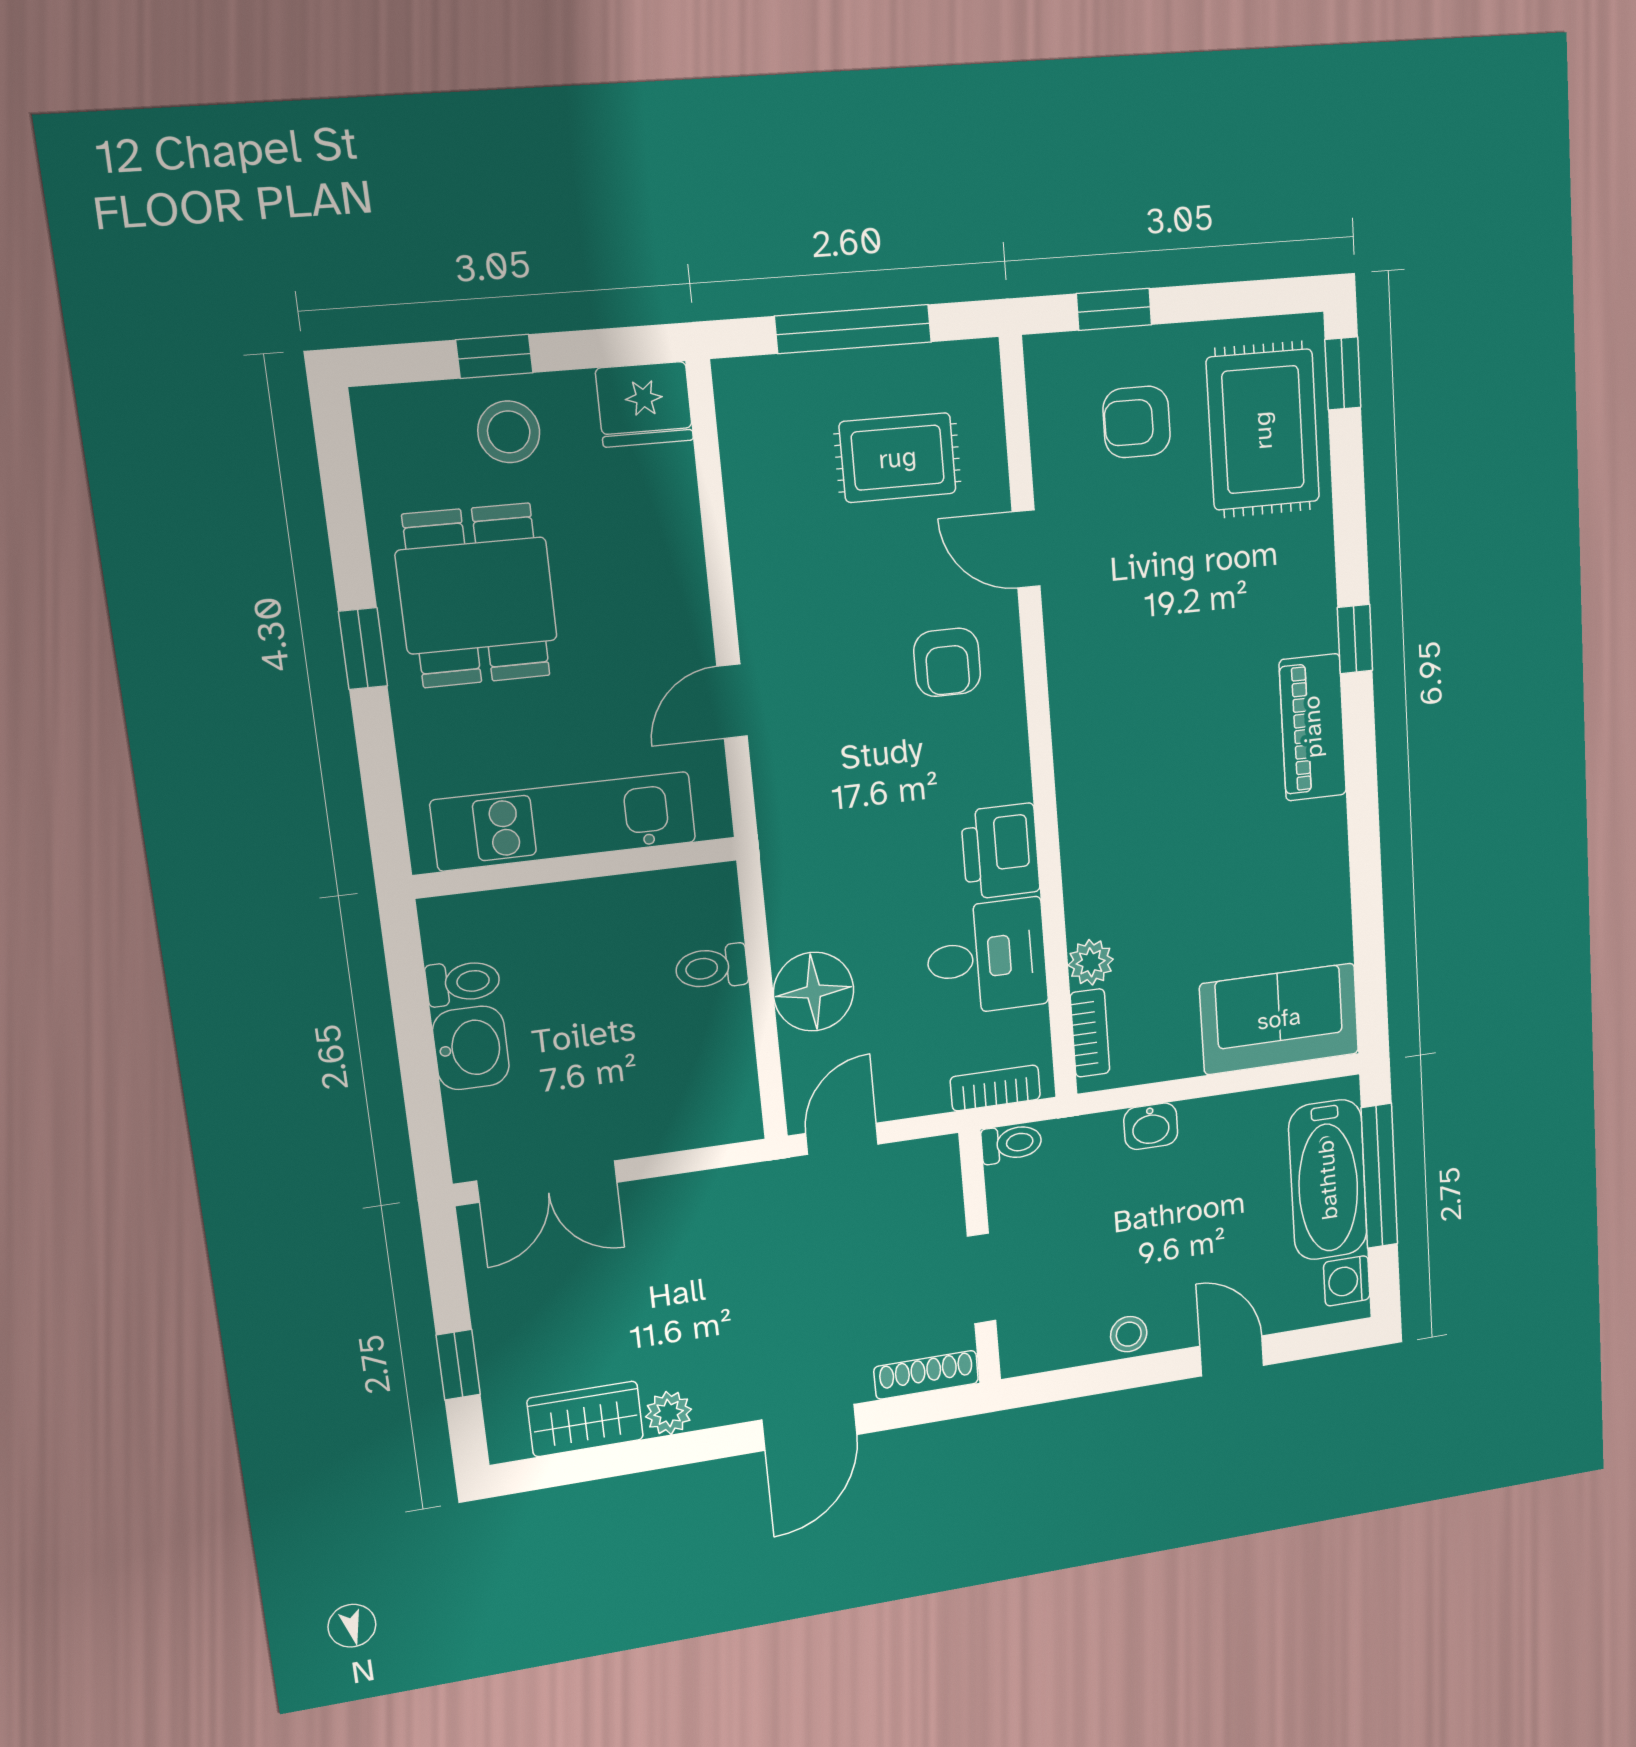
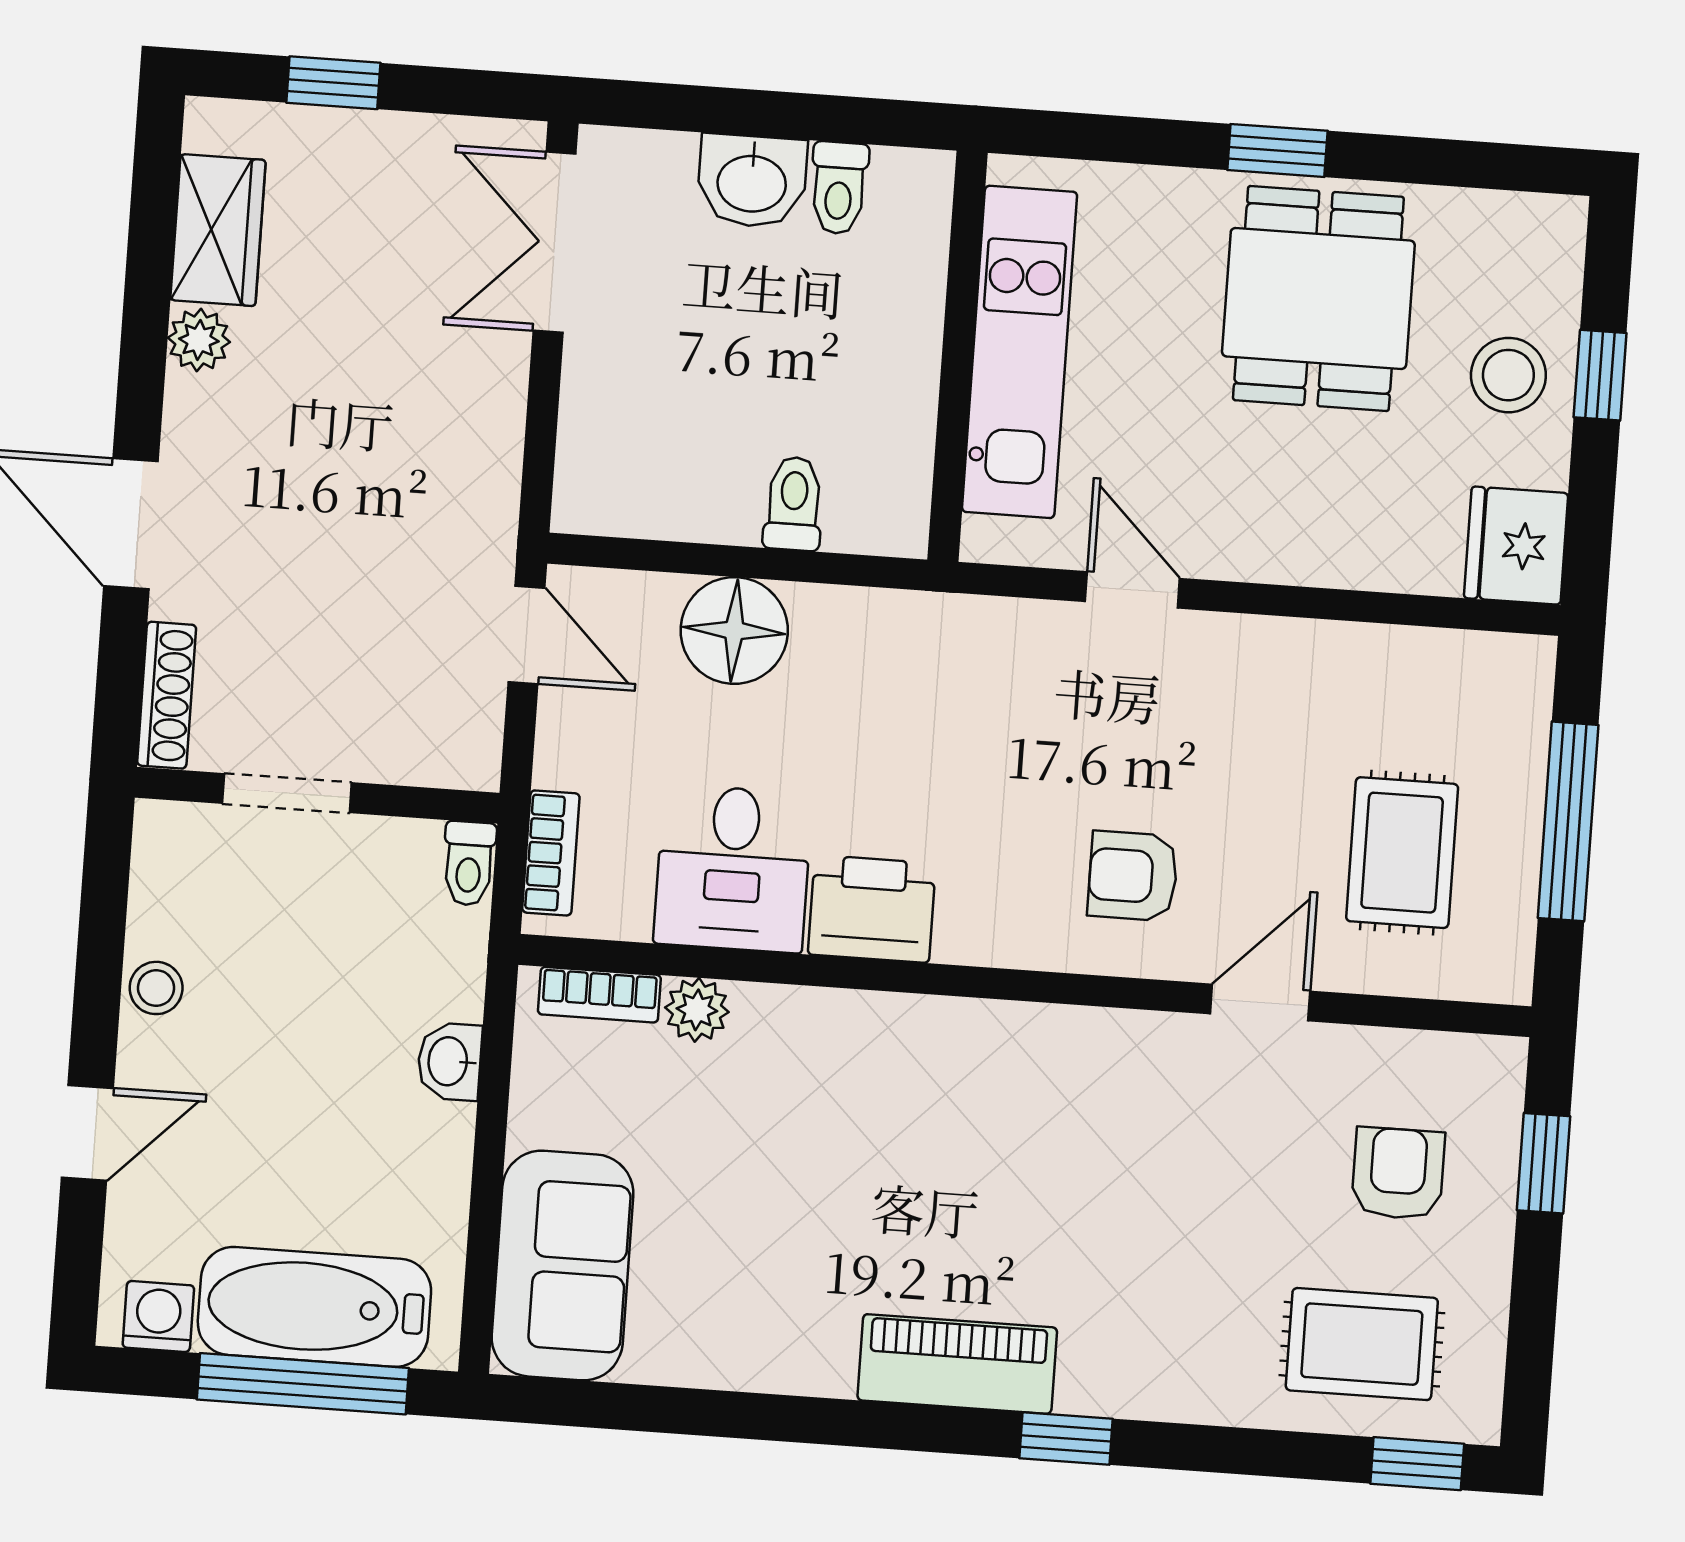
rug: (1263, 430) -> (1362, 1344), width x0.73, depth x0.70
dining table: (477, 596) -> (1318, 299), turned 90

